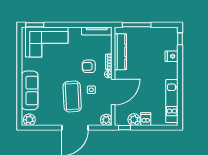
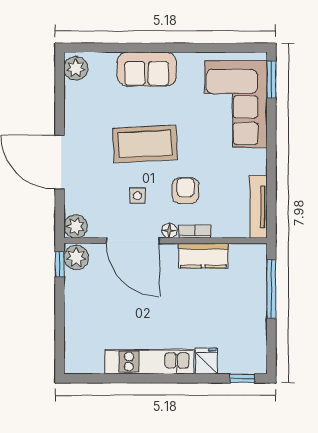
kitchen counter: (120, 52) -> (203, 256), width x0.67
sofa: (30, 90) -> (147, 69), width x0.73
coffee table: (72, 97) -> (145, 144), moved
kitchen unit: (172, 101) -> (149, 362), moved
dishwasher: (146, 119) -> (77, 308), removed
plant: (134, 120) -> (76, 257), moved

